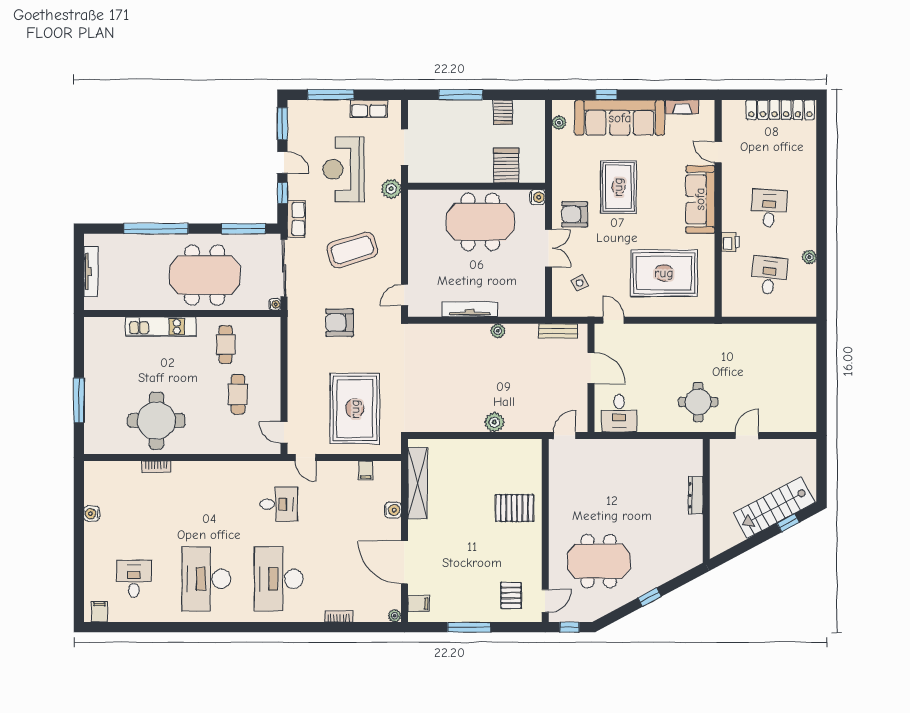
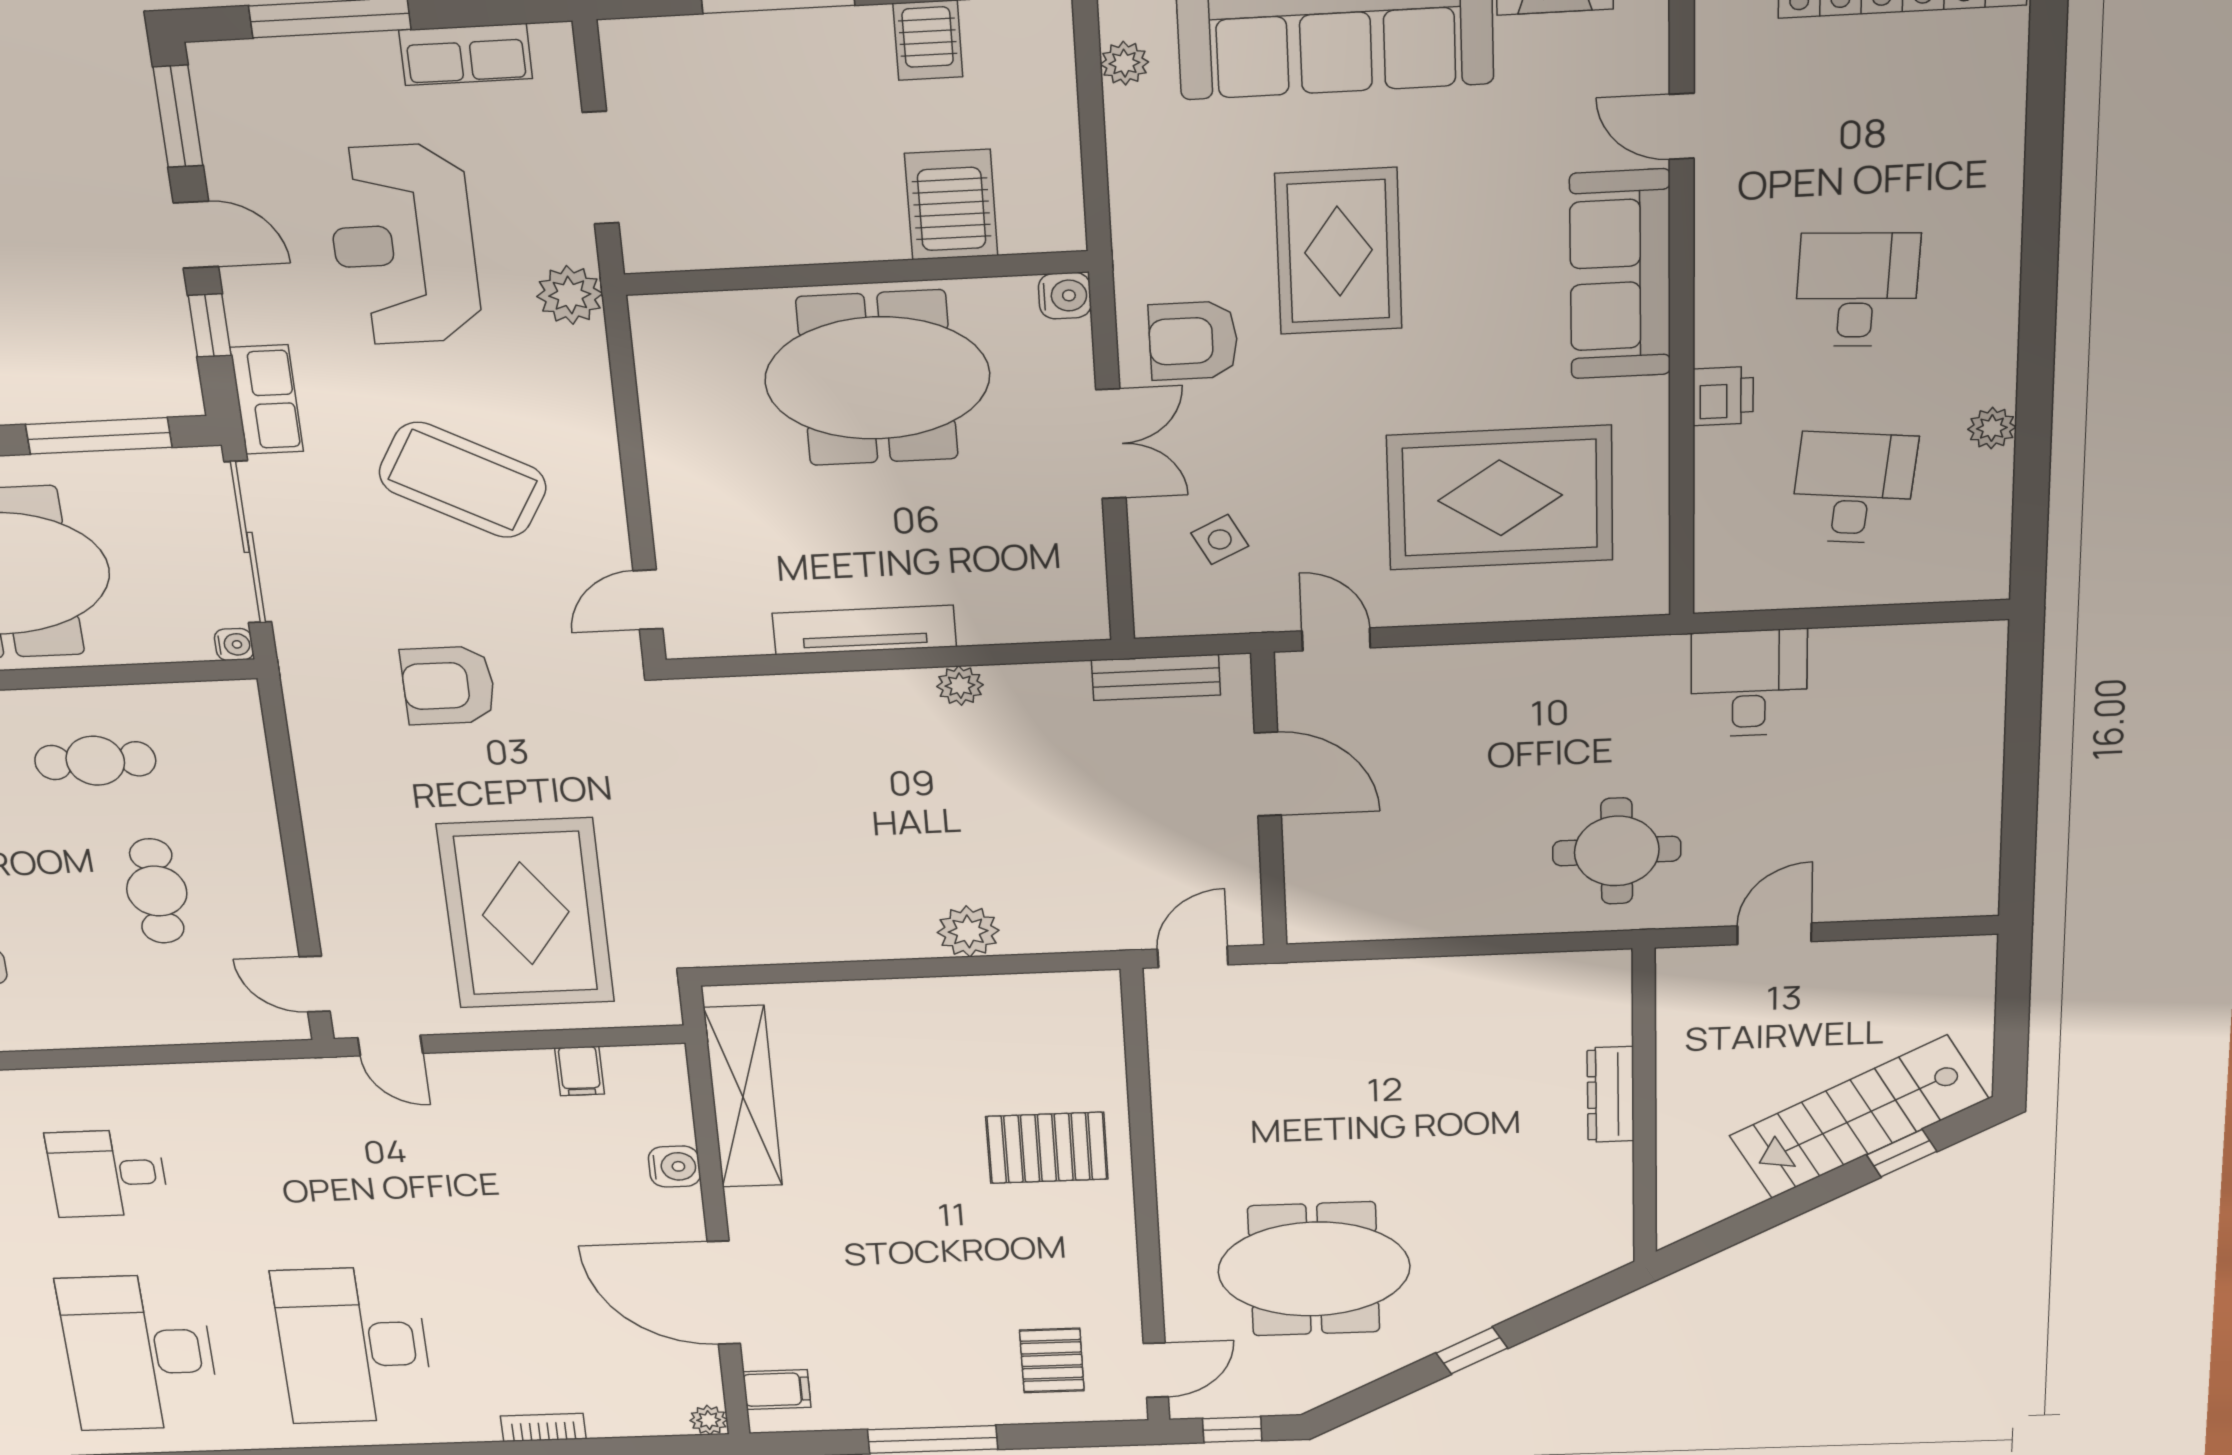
coffee table: (352, 250) -> (463, 480), turned 46
cafe table: (226, 344) -> (95, 761), turned 90
desk: (619, 413) -> (1749, 683), moved, turned 180
desk: (279, 504) -> (107, 1173), moved, turned 180

